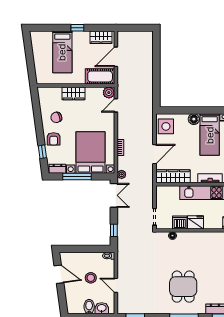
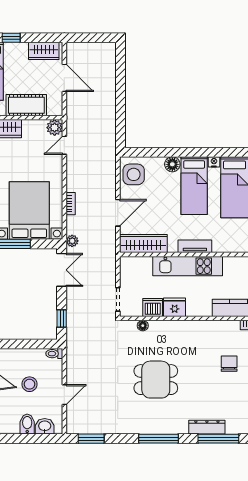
door: (116, 57) -> (64, 78), swing flipped
cot: (100, 76) -> (26, 105), moved
door: (116, 285) -> (64, 395), swing flipped
dining table: (183, 287) -> (156, 380), moved, turned 90

